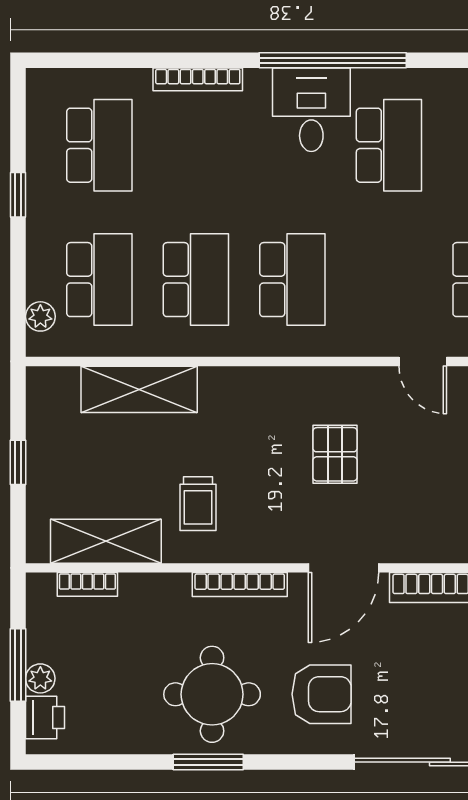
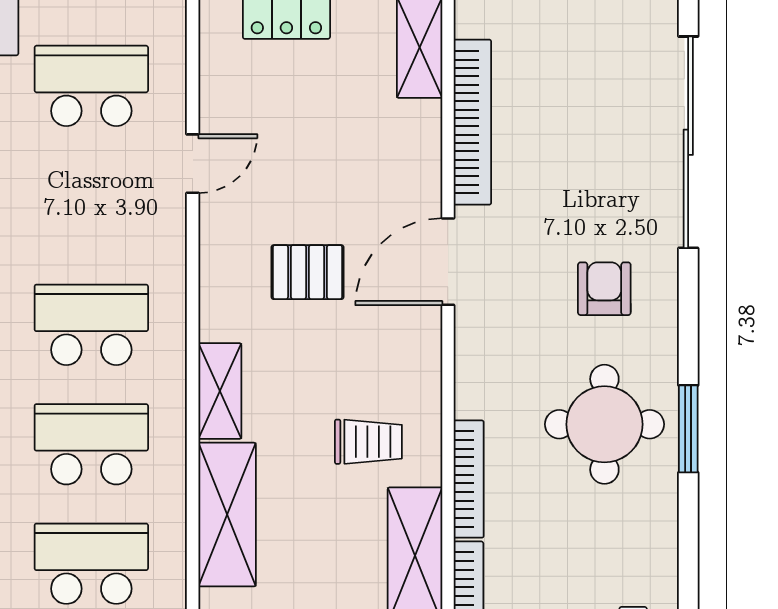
shelving: (239, 383) -> (220, 391), added
door: (343, 568) -> (448, 262), swing flipped
bookcase: (240, 585) -> (469, 479), moved
armchair: (322, 694) -> (604, 289), width x0.72, depth x0.72

